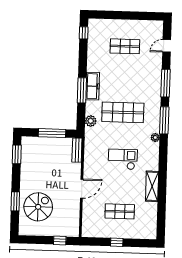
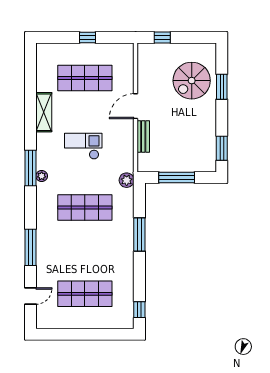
shop shelf: (125, 46) -> (85, 294), width x1.43, depth x1.36
freezer: (93, 86) -> (126, 240), removed
window: (164, 120) -> (30, 168), moved
plant: (91, 121) -> (127, 180), moved
bench: (77, 150) -> (143, 136), moved
checkout: (123, 159) -> (83, 146), turned 180
shop shelf: (120, 211) -> (85, 78), width x1.43, depth x1.36

